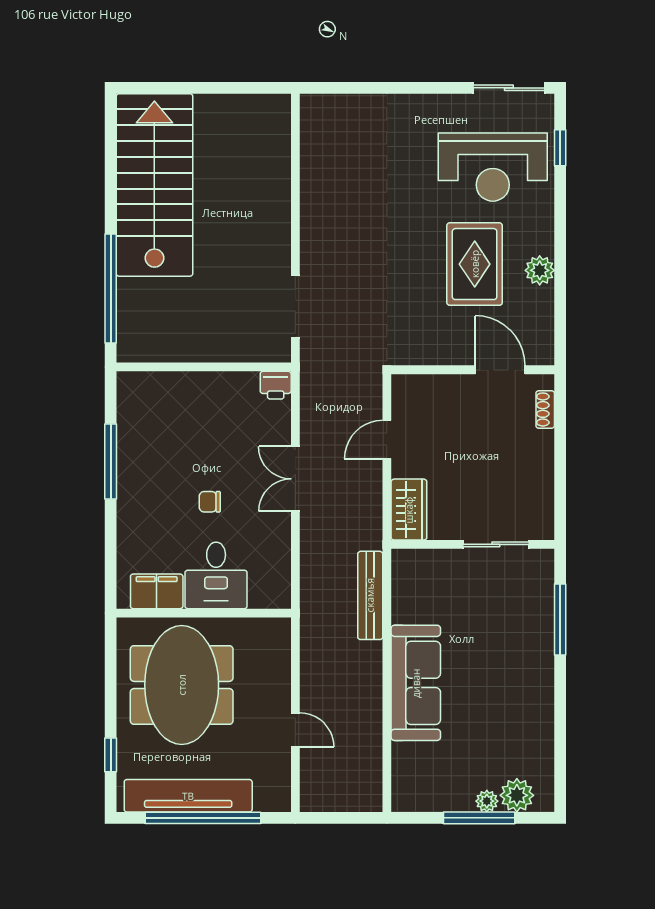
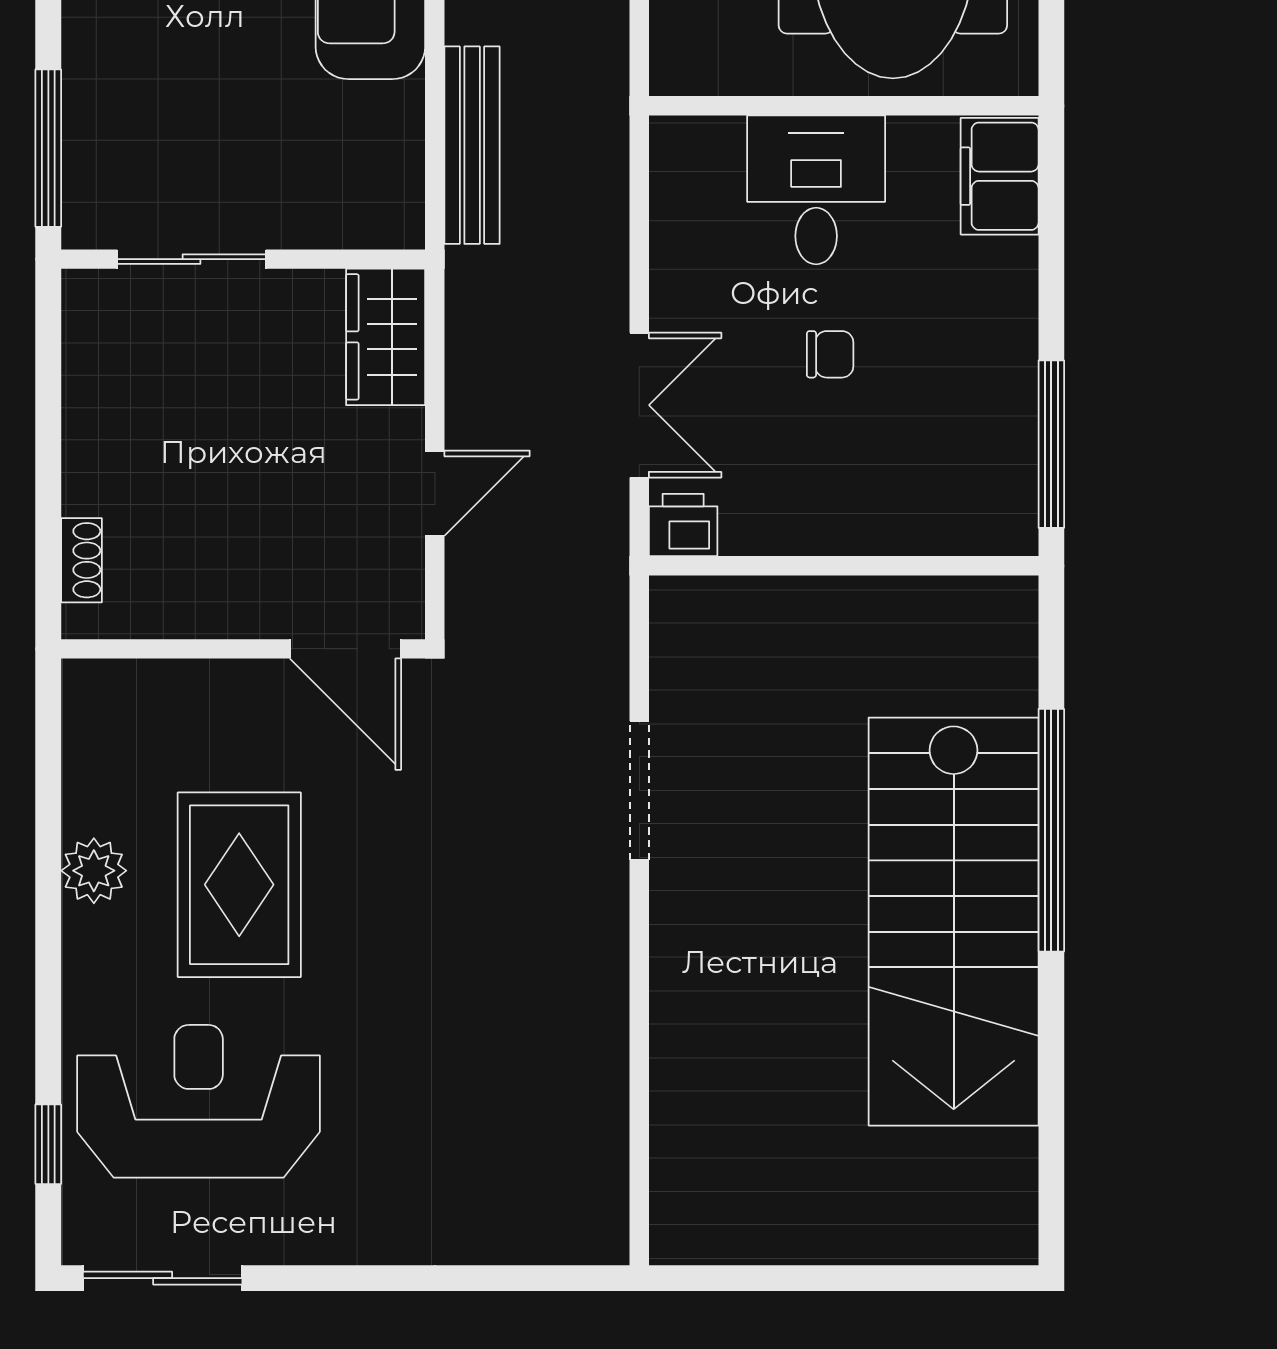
stairs: (154, 185) -> (954, 922), moved
wall: (204, 367) -> (844, 566), moved
door: (500, 370) -> (345, 649), moved
printer: (276, 385) -> (683, 525), moved
filing cabinet: (157, 591) -> (1000, 176), moved, turned 90
window: (560, 619) -> (48, 148), moved

